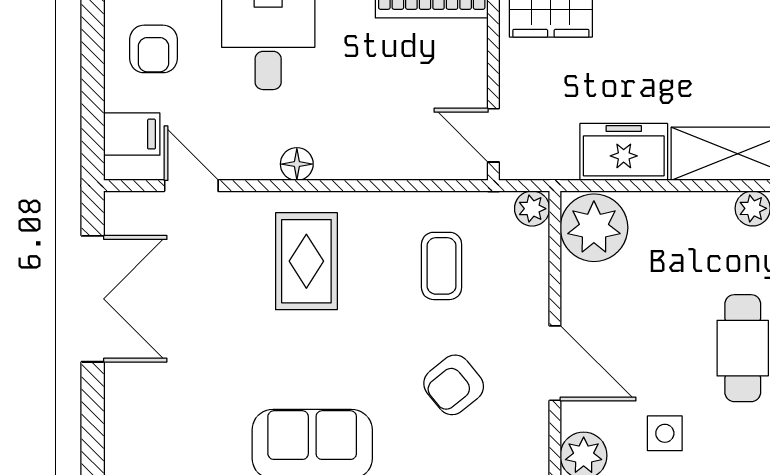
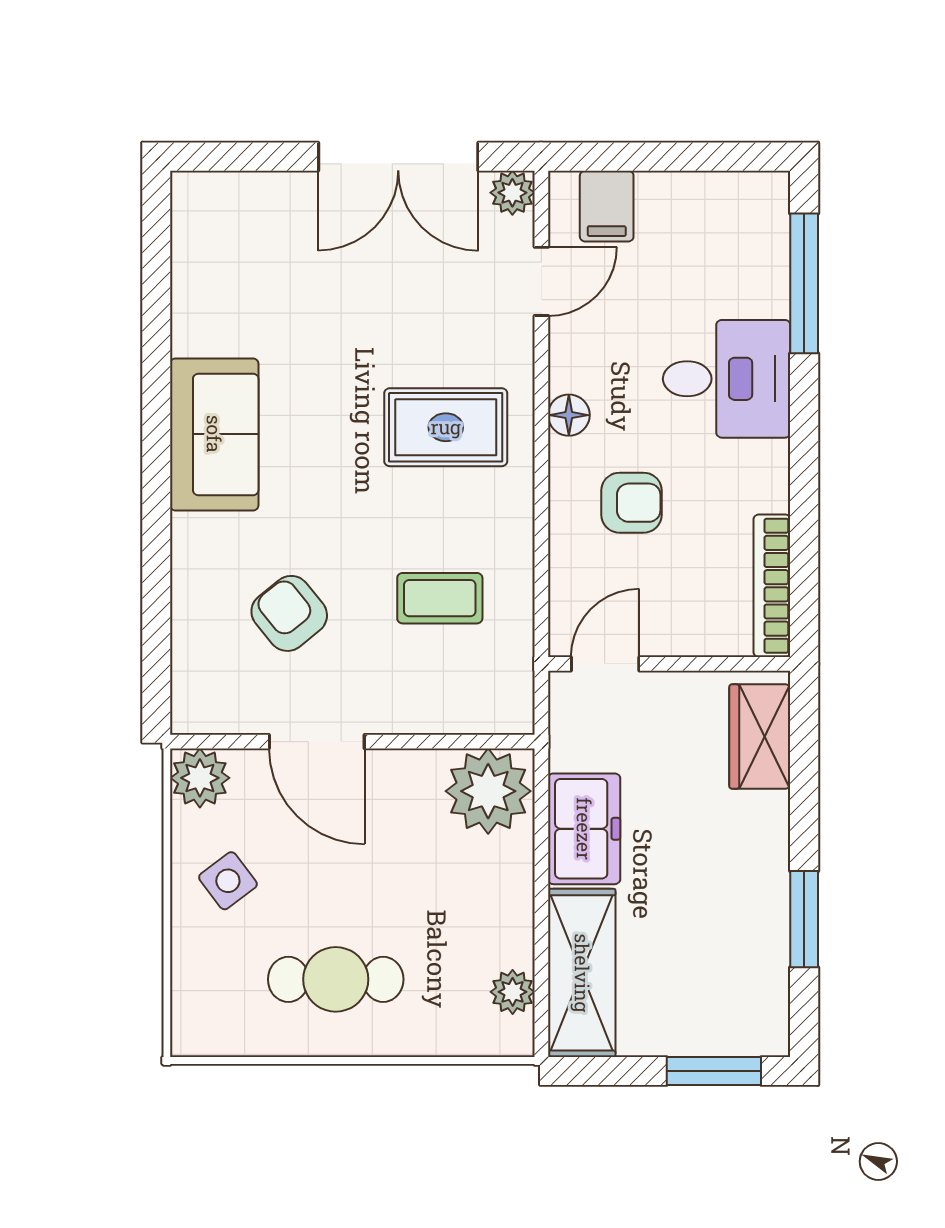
armchair: (153, 49) -> (631, 503), moved, turned 180
plant: (532, 209) -> (512, 193), moved
door: (555, 363) -> (317, 742), hinge flipped
side table: (665, 433) -> (228, 881), turned -37

